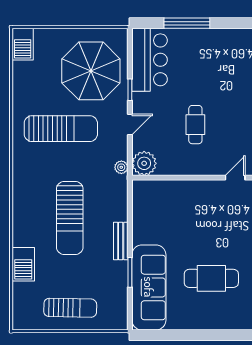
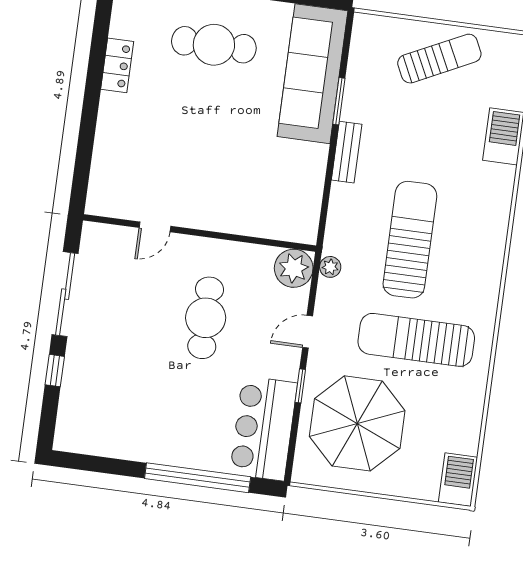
window: (187, 23) -> (198, 478), width x1.46
cafe table: (195, 125) -> (206, 318), width x1.37, depth x1.35
sun lounger: (70, 218) -> (410, 240), moved
cafe table: (211, 278) -> (214, 45), moved
sun lounger: (70, 308) -> (439, 59), turned 153

